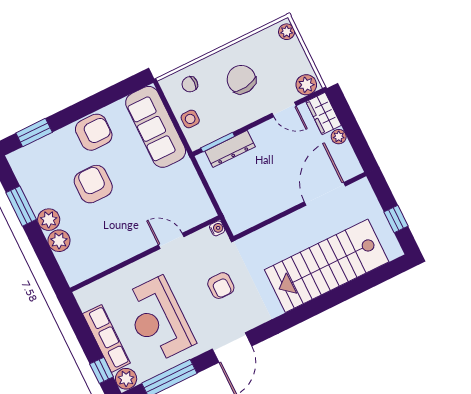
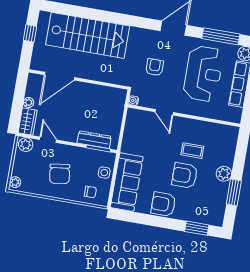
armchair: (93, 184) -> (185, 175), turned 90
coffee table: (105, 220) -> (192, 151), added
plant: (59, 241) -> (227, 158), removed

